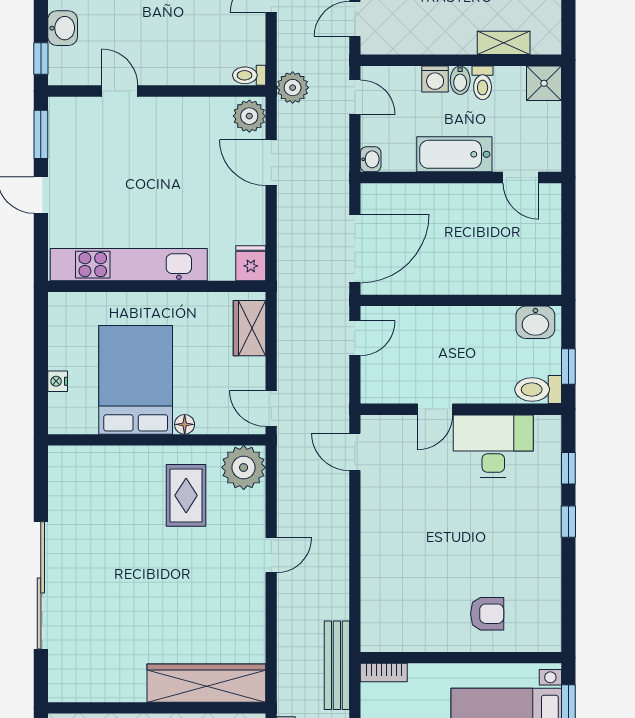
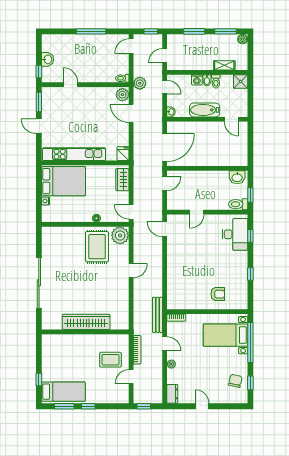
bed: (136, 380) -> (63, 181), moved, turned 90
desk: (493, 446) -> (235, 234), moved, turned 90
rug: (186, 495) -> (97, 247), width x1.36, depth x1.43
window: (568, 522) -> (250, 274), moved
wardrobe: (206, 683) -> (86, 322), moved

